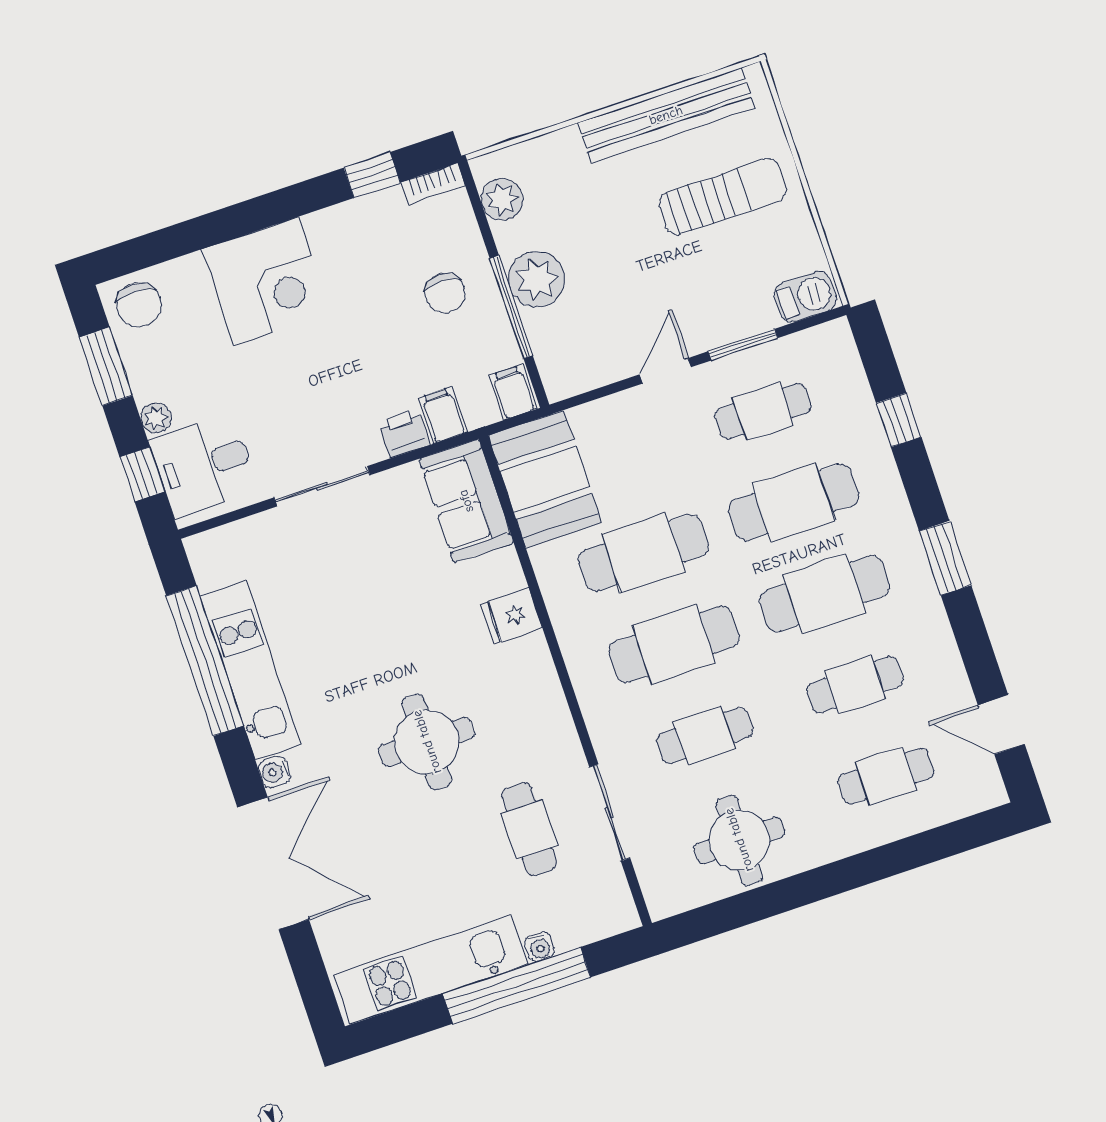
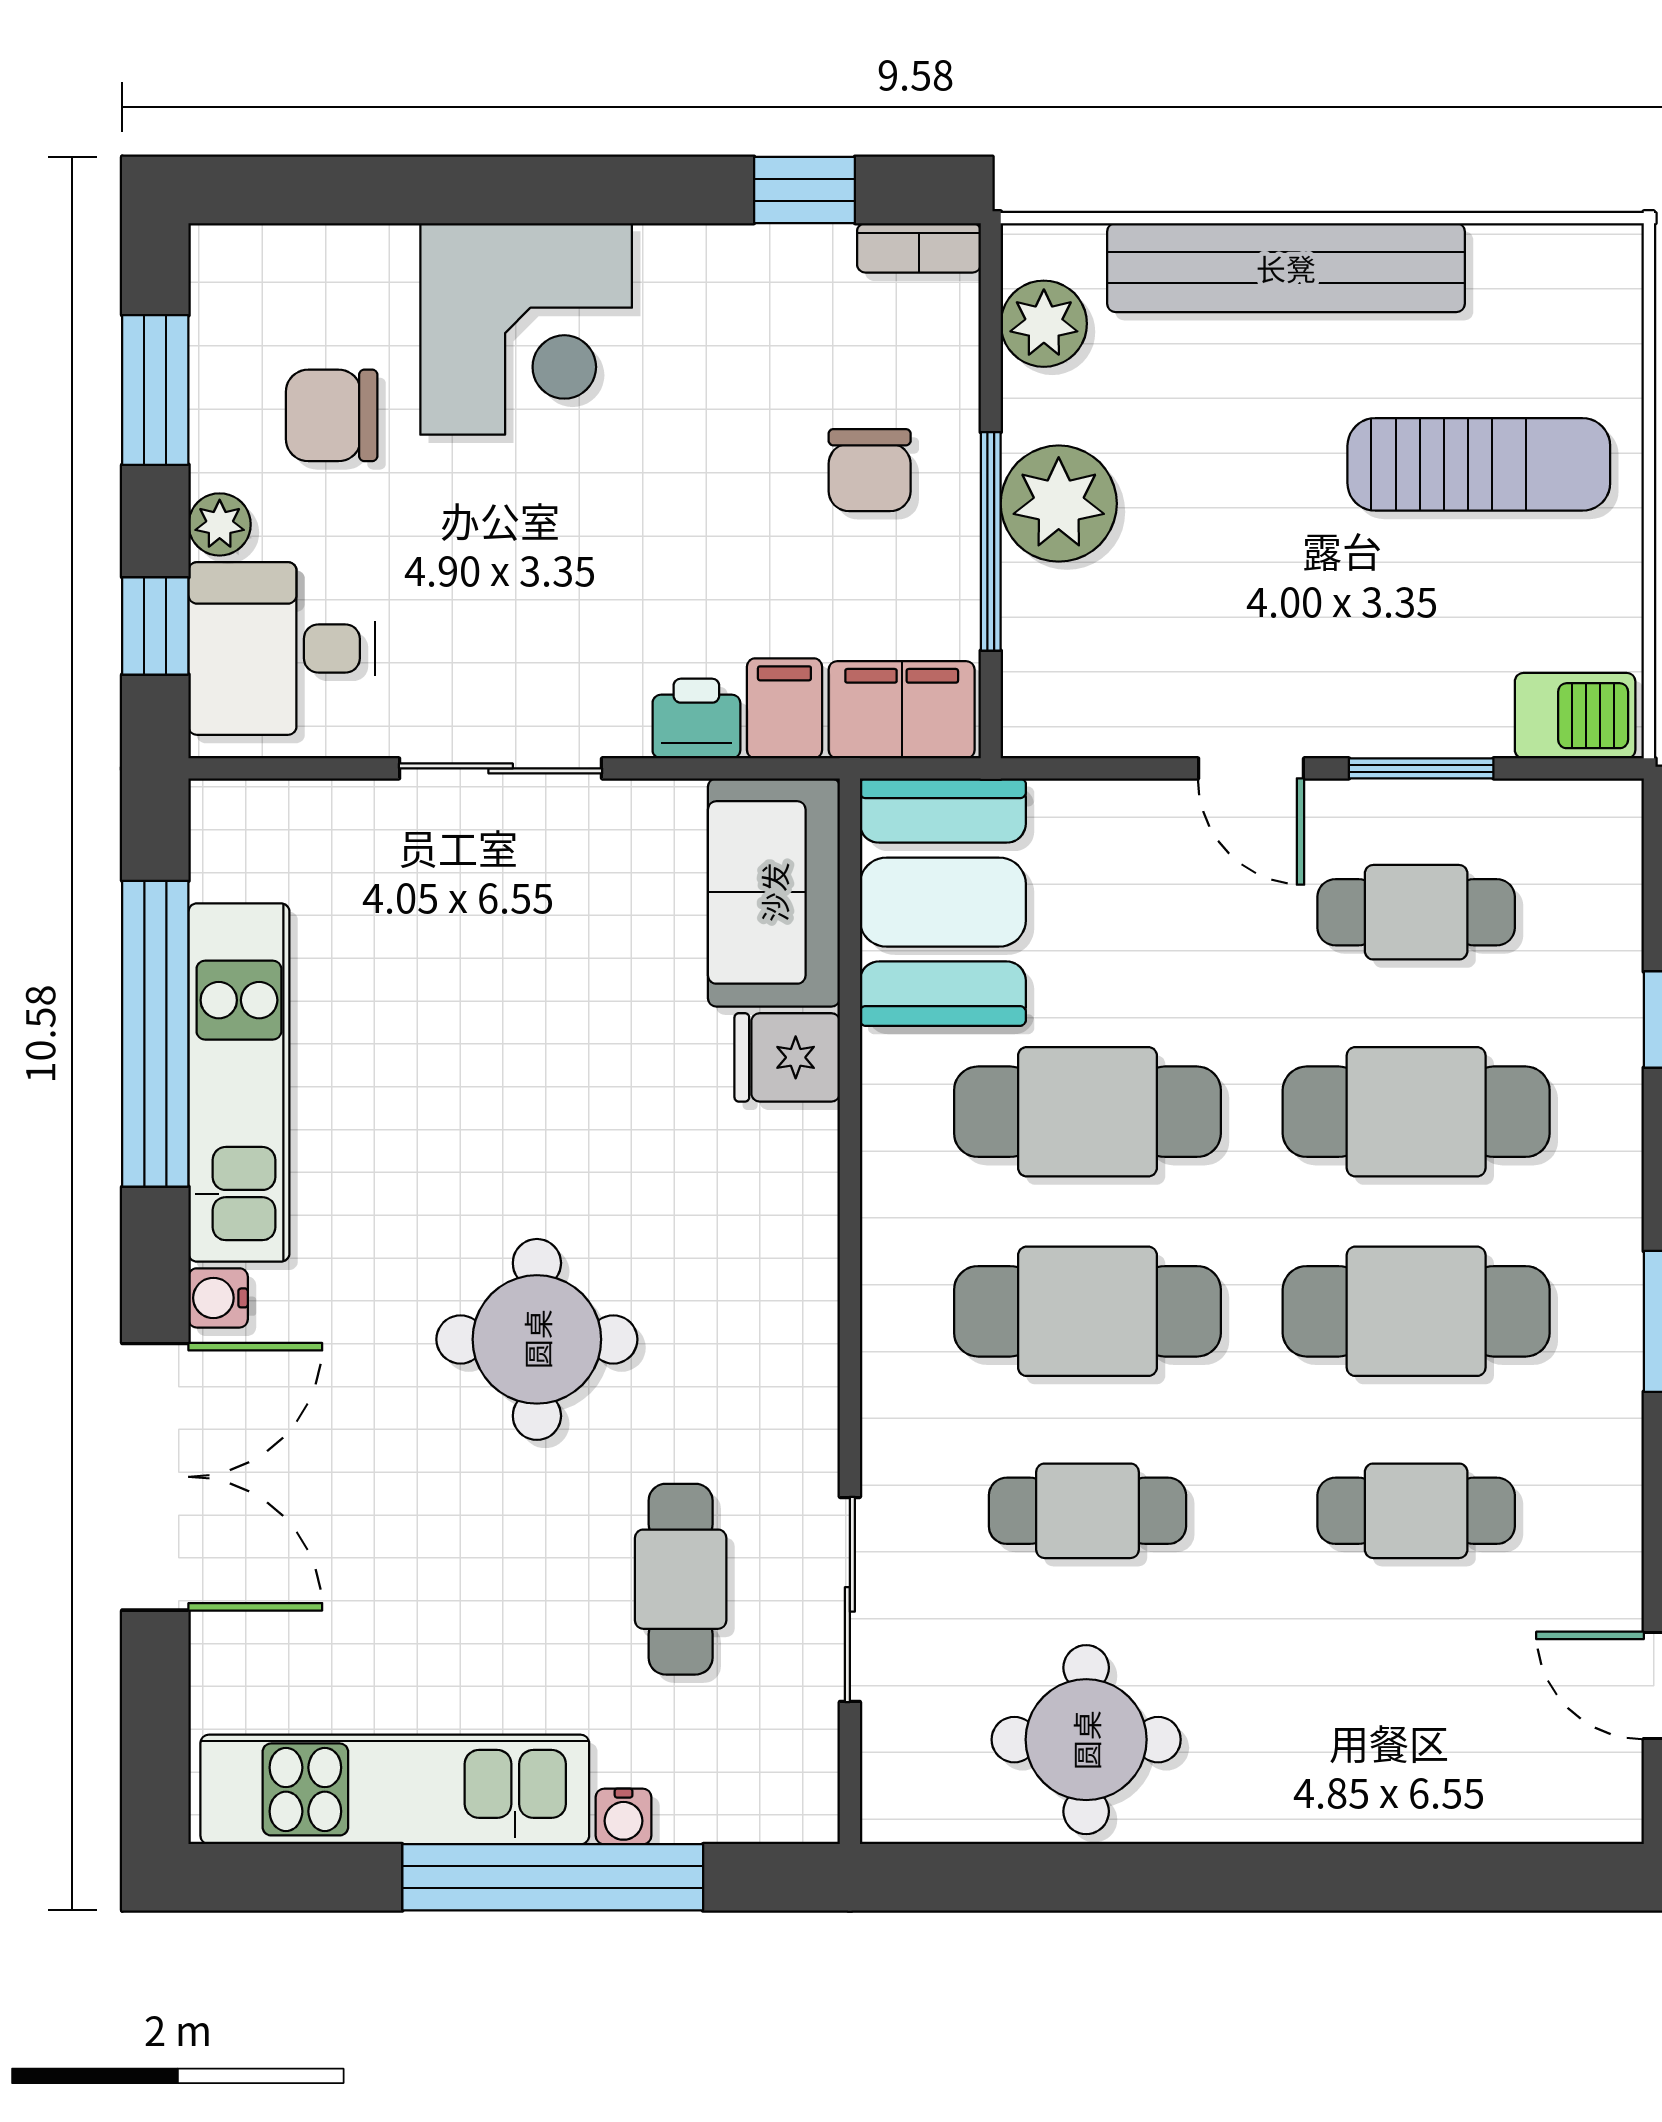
bench: (666, 115) -> (1286, 268), moved
chair: (139, 305) -> (332, 415), moved, turned 90
door: (665, 371) -> (1251, 768), swing flipped
filing cabinet: (513, 392) -> (902, 710), width x2.00
fridge: (512, 616) -> (787, 1057), moved
cafe table: (886, 776) -> (1416, 1710), removed

